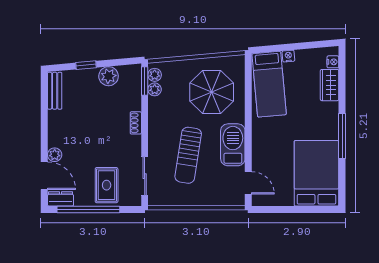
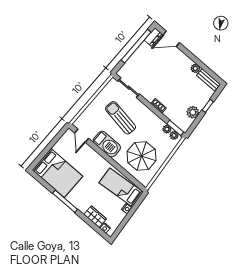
plant: (55, 155) -> (195, 68), moved
door: (248, 183) -> (82, 136), hinge flipped
rug: (107, 185) -> (140, 65), removed

